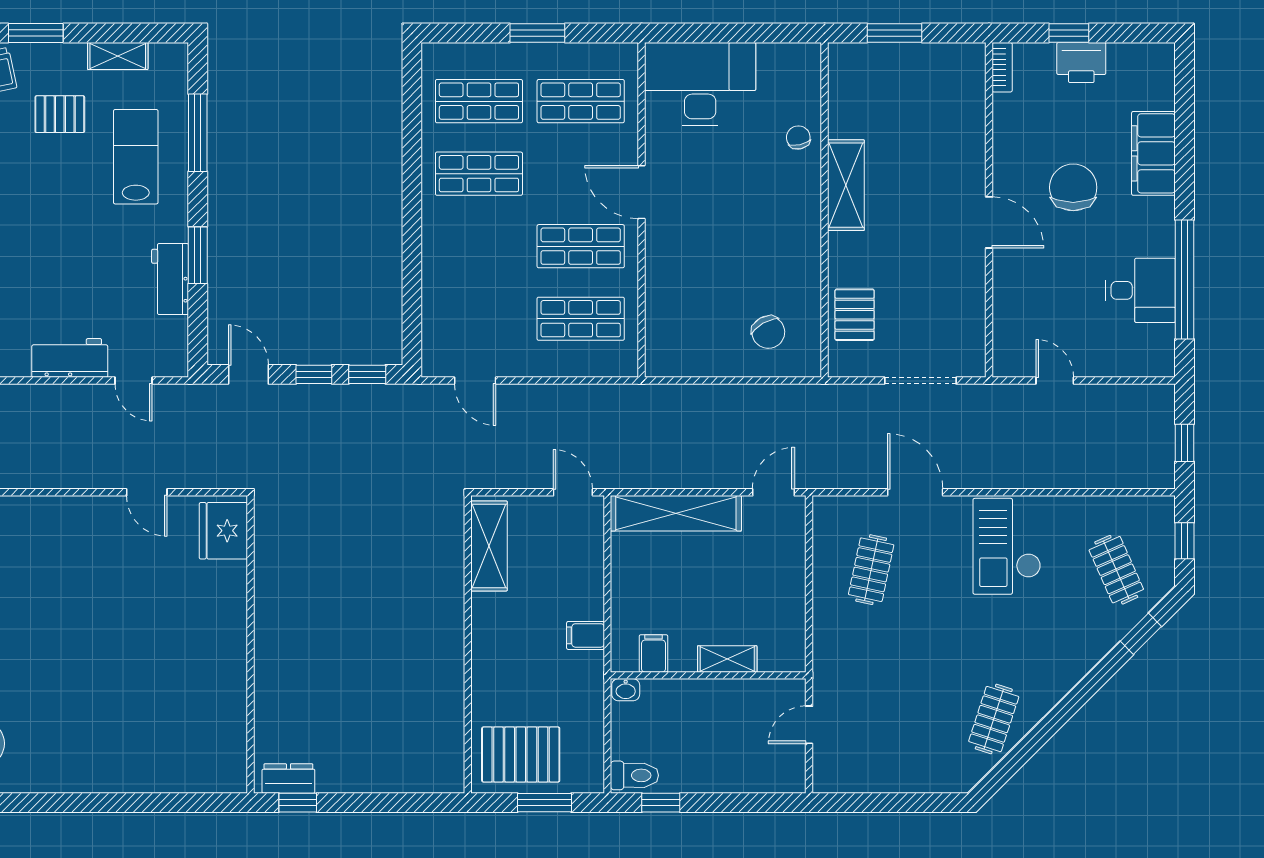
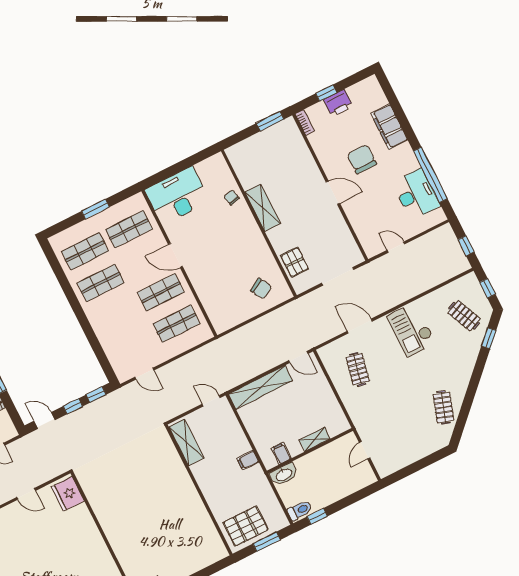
window: (894, 33) -> (270, 121), moved
desk: (1140, 290) -> (416, 194), width x1.37
door: (773, 492) -> (298, 357), swing flipped
washbasin: (626, 690) -> (284, 474), width x1.91, depth x1.45

